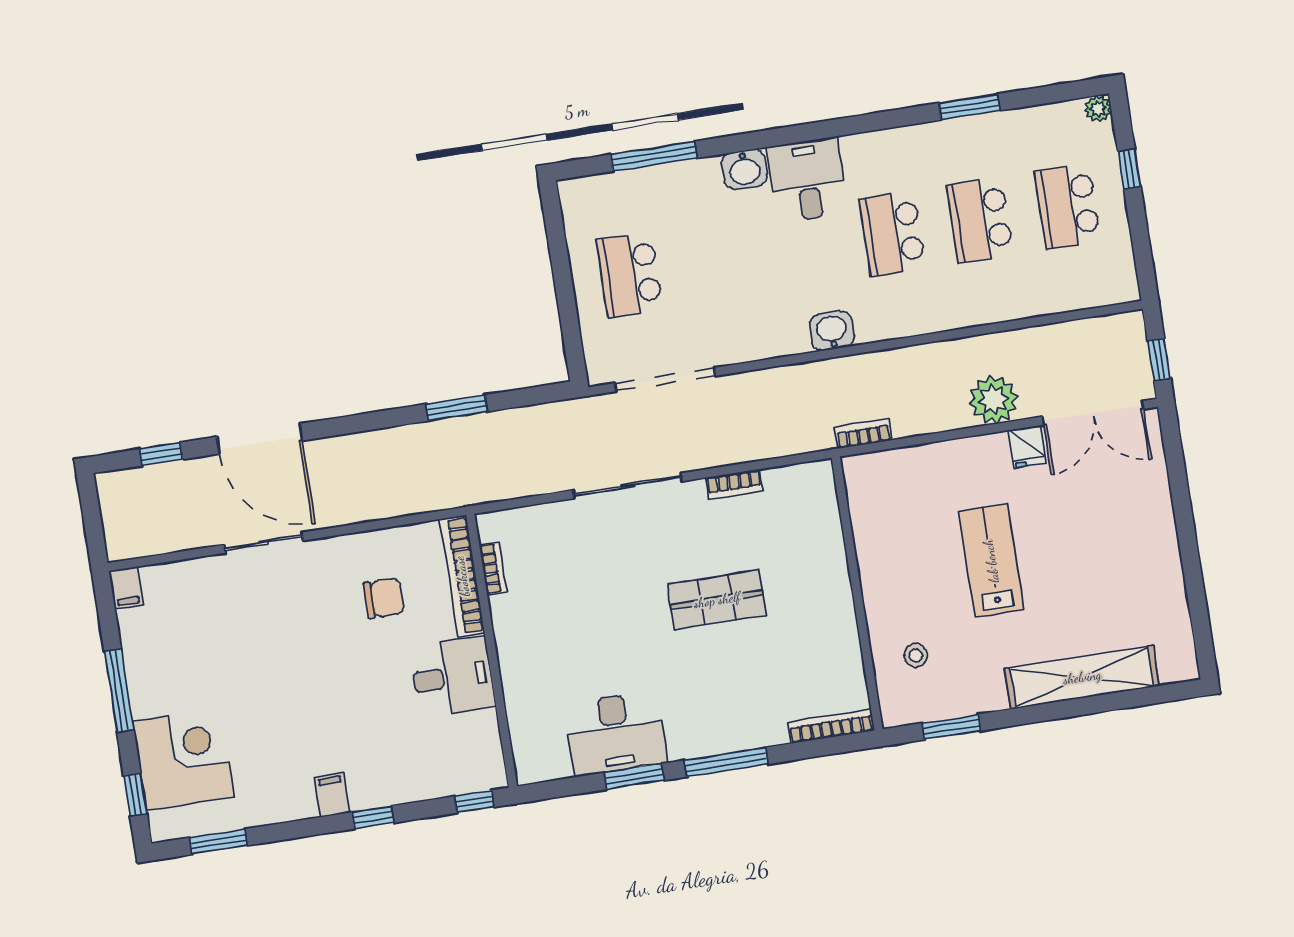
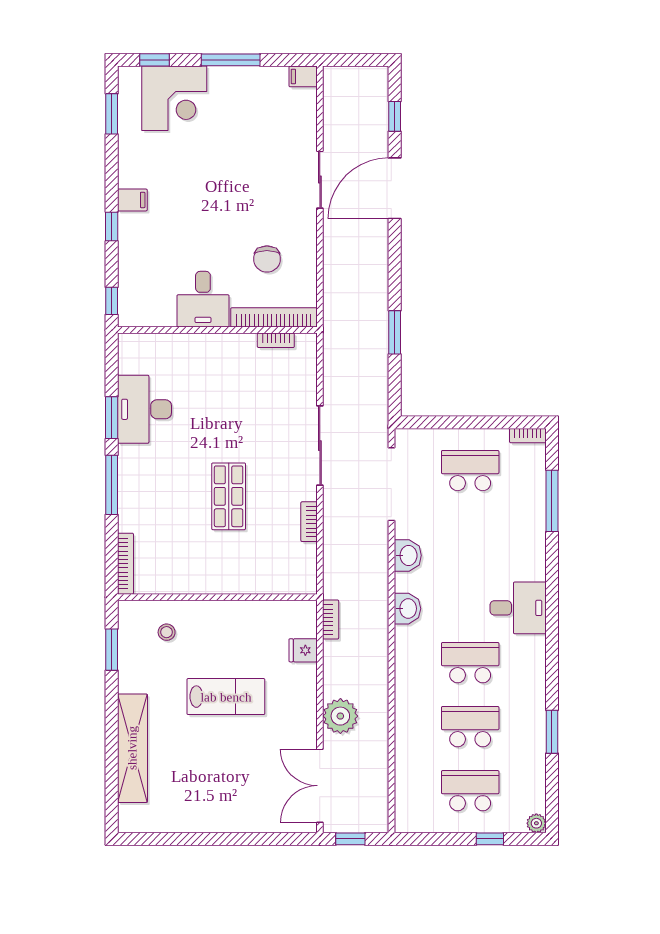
washbasin: (744, 169) -> (408, 555), moved, turned 180
bookcase: (569, 203) -> (528, 436), added
fridge: (1027, 447) -> (303, 650), moved

